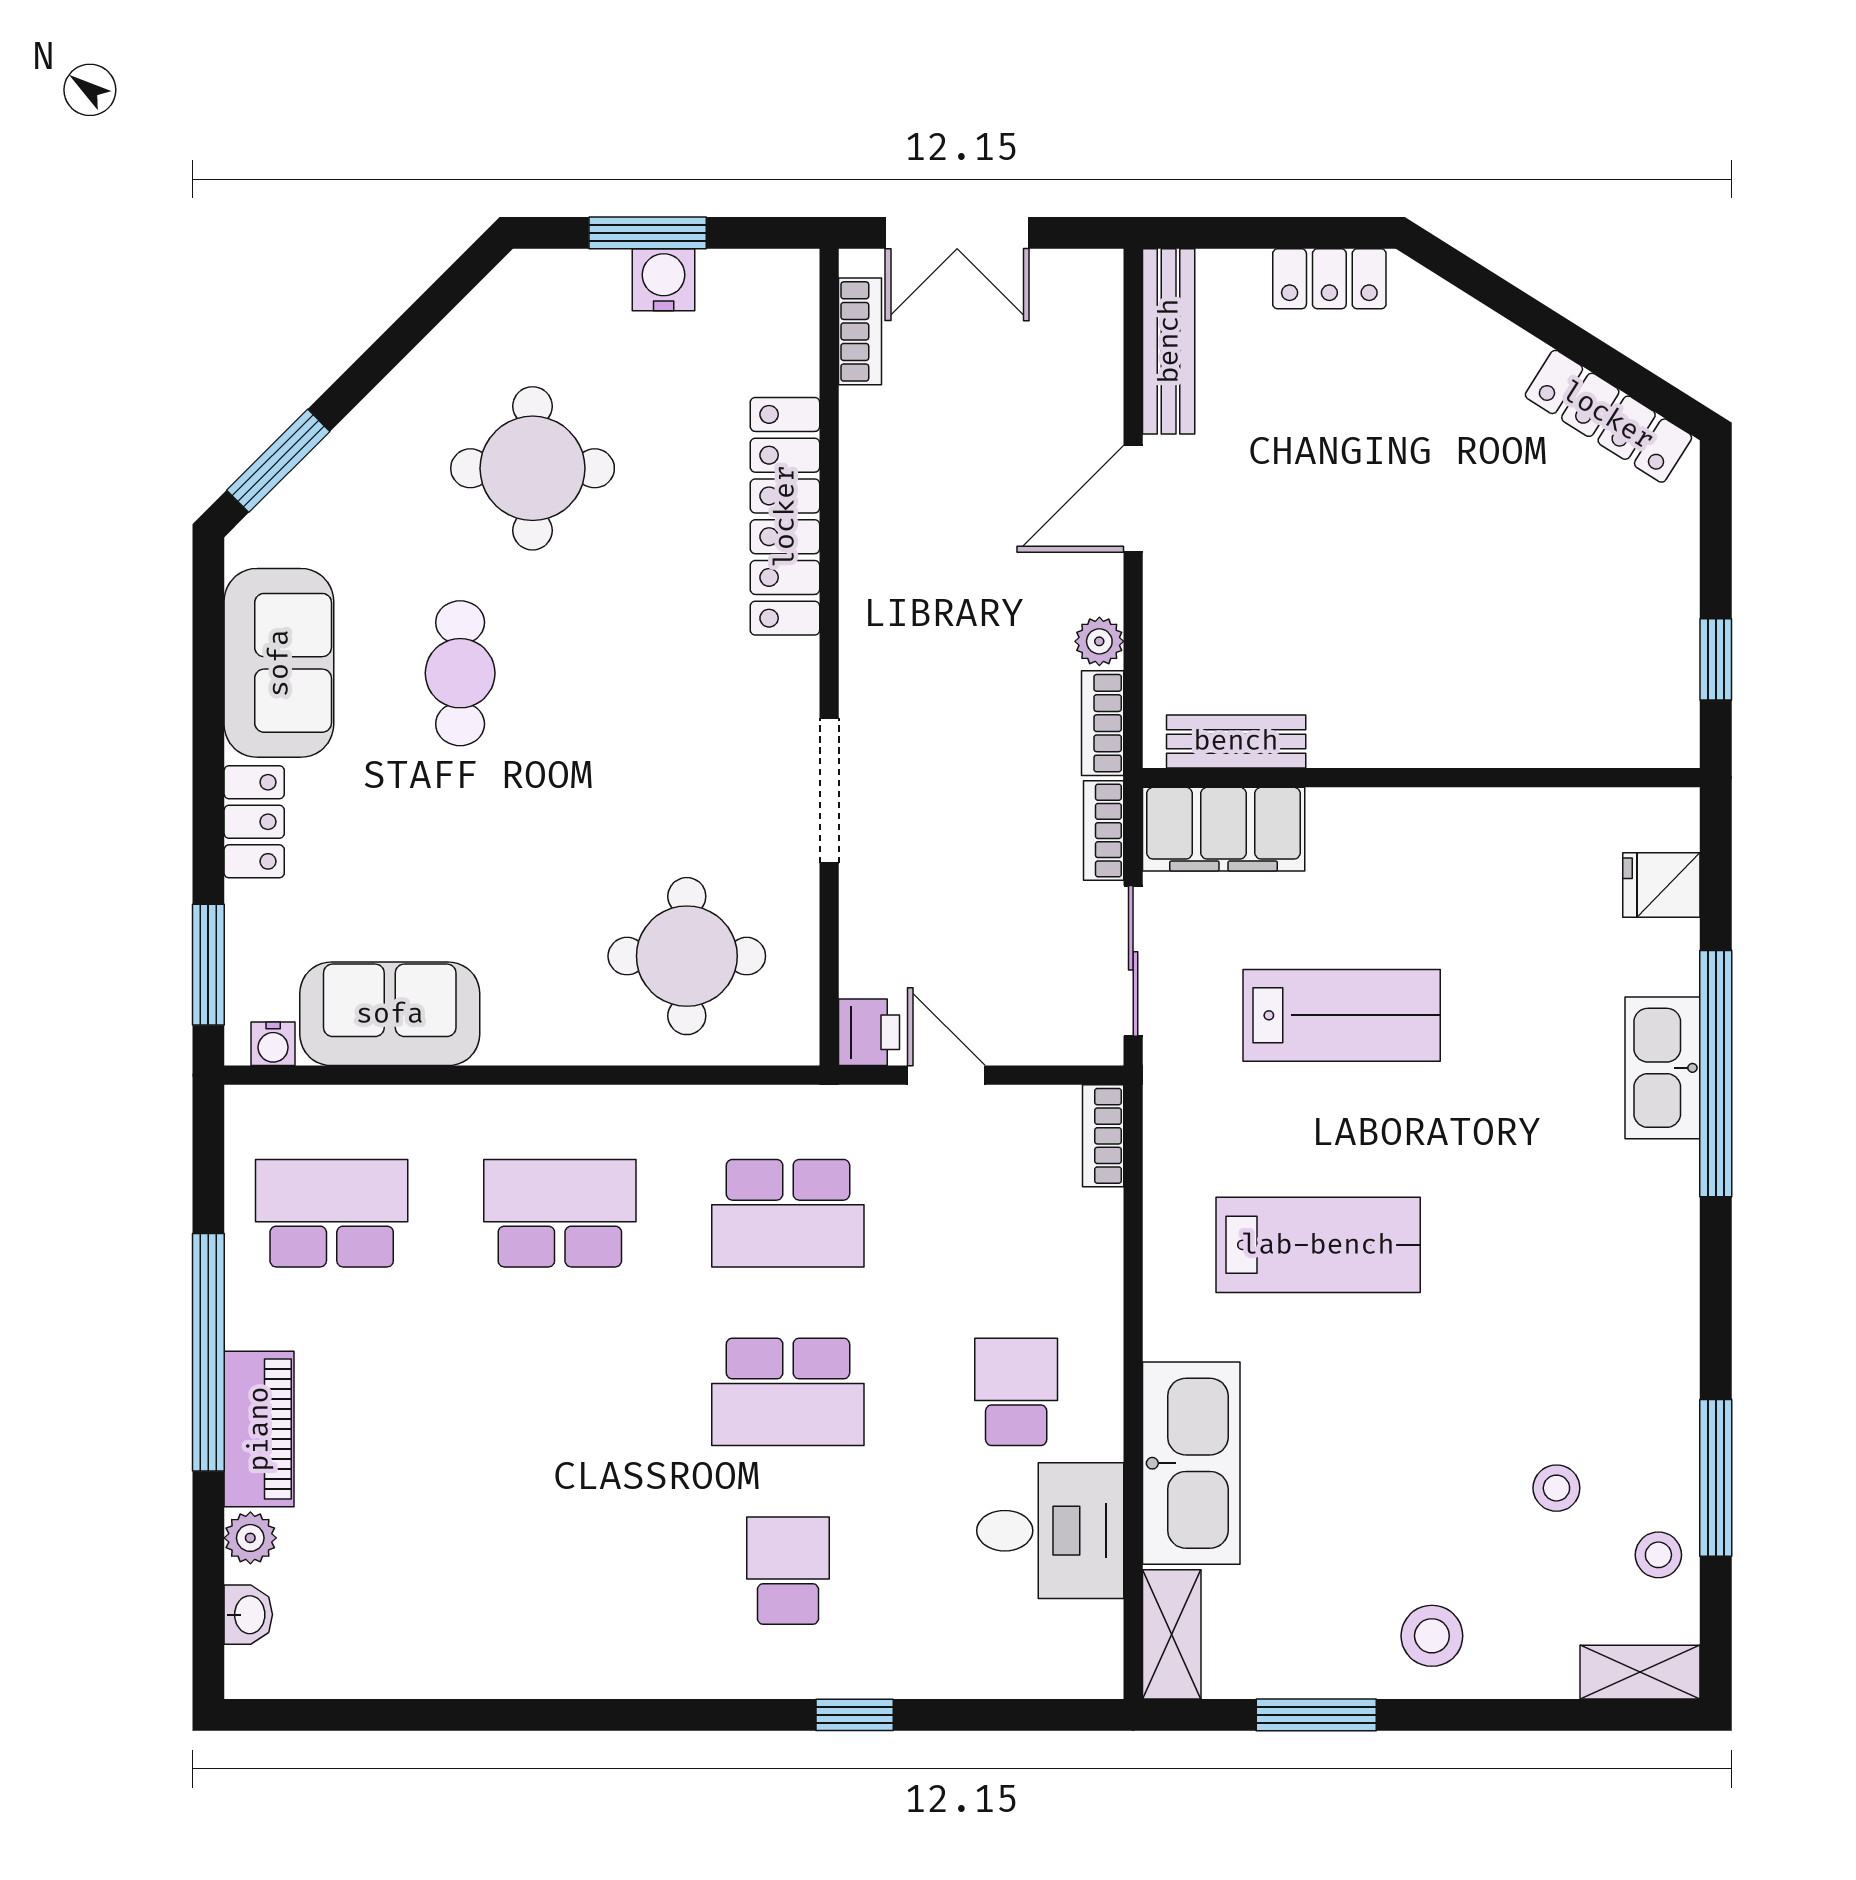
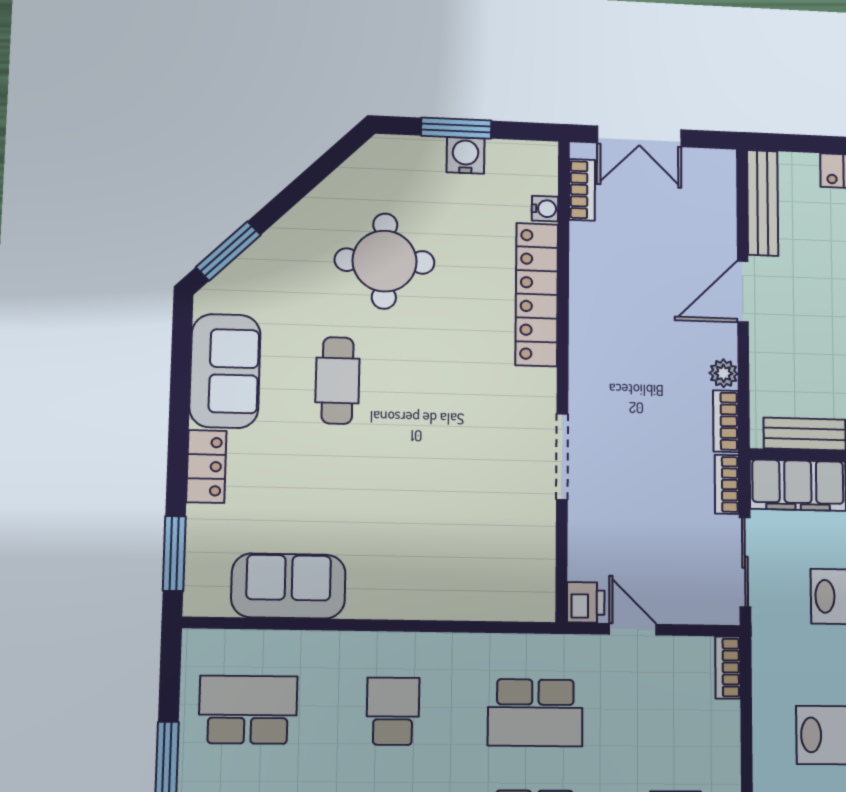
round table: (687, 956) -> (474, 554), removed
water cooler: (273, 1044) -> (545, 209), moved, turned -90
school desk: (560, 1213) -> (393, 711), width x0.54

